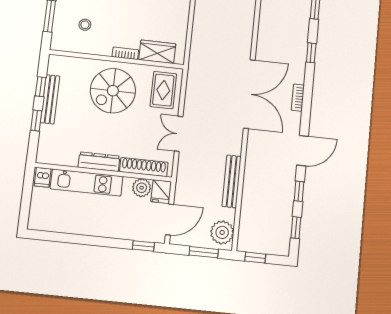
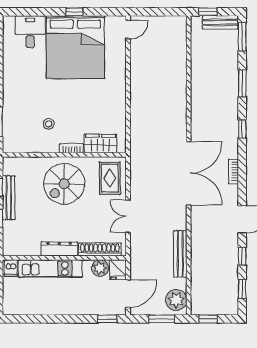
stool: (85, 25) -> (49, 124), moved

